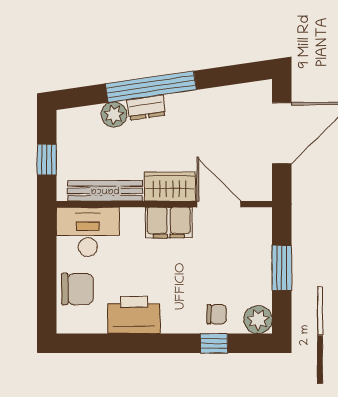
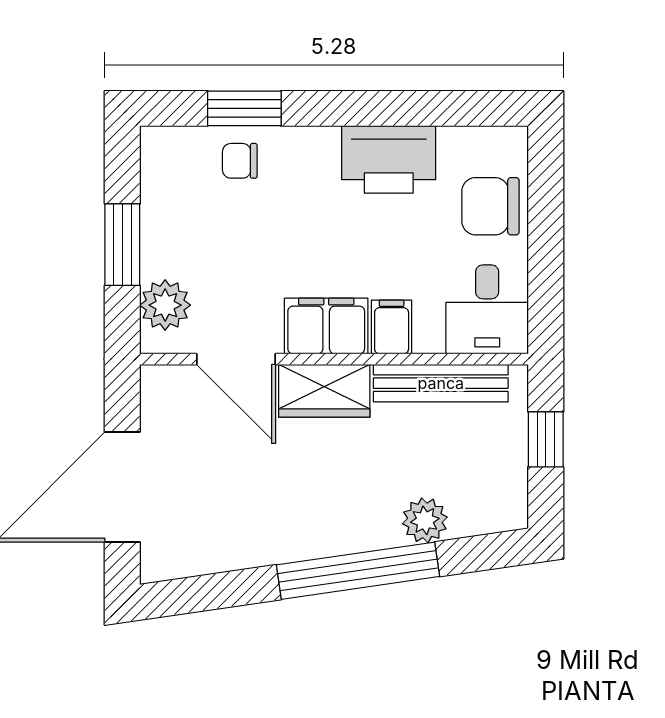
dresser: (146, 108) -> (367, 533), removed
filing cabinet: (132, 222) -> (392, 327), added
desk: (88, 232) -> (487, 309), width x0.73
plant: (258, 320) -> (165, 305), moved
window: (214, 343) -> (244, 108), width x1.50

